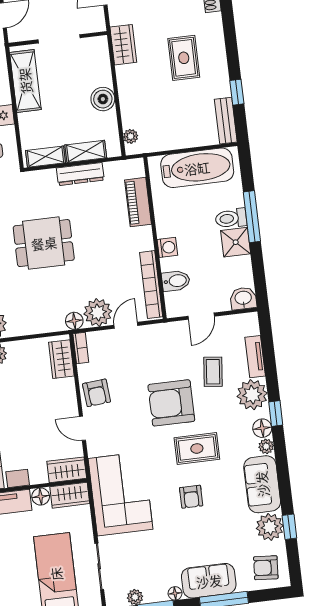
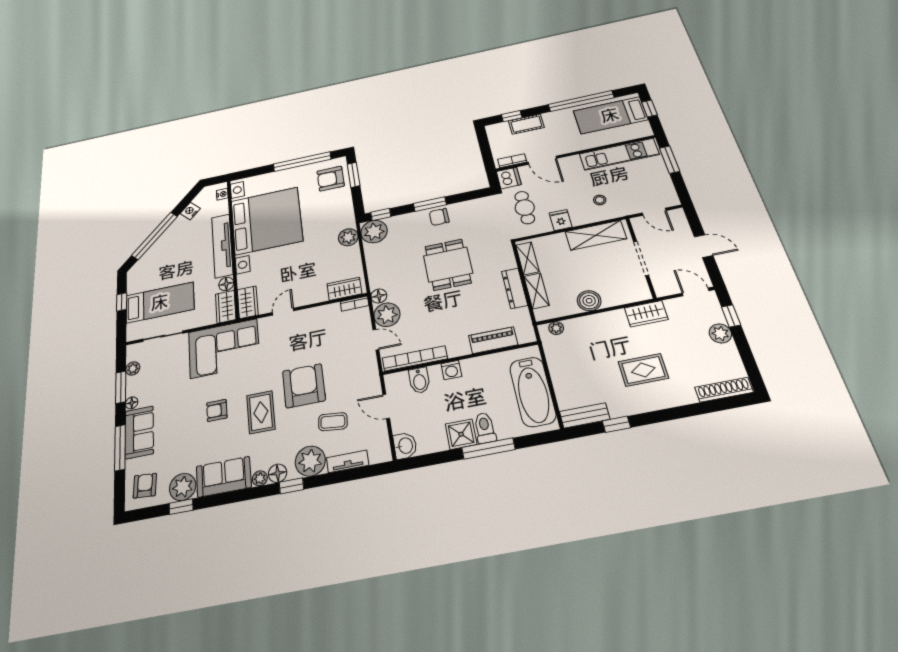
armchair: (97, 393) -> (314, 320), removed

